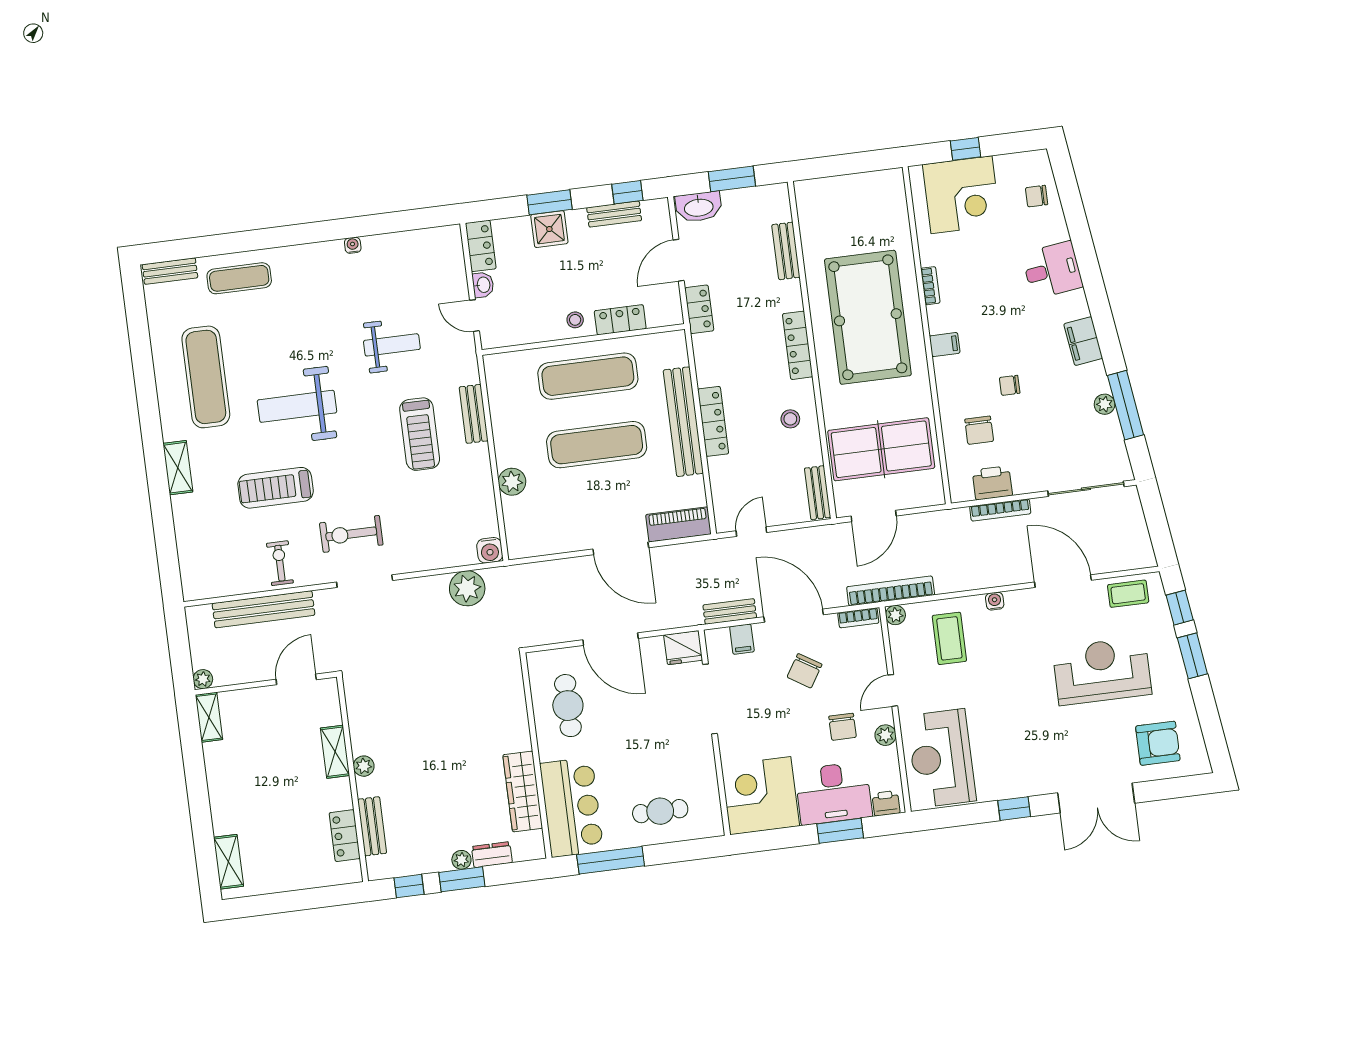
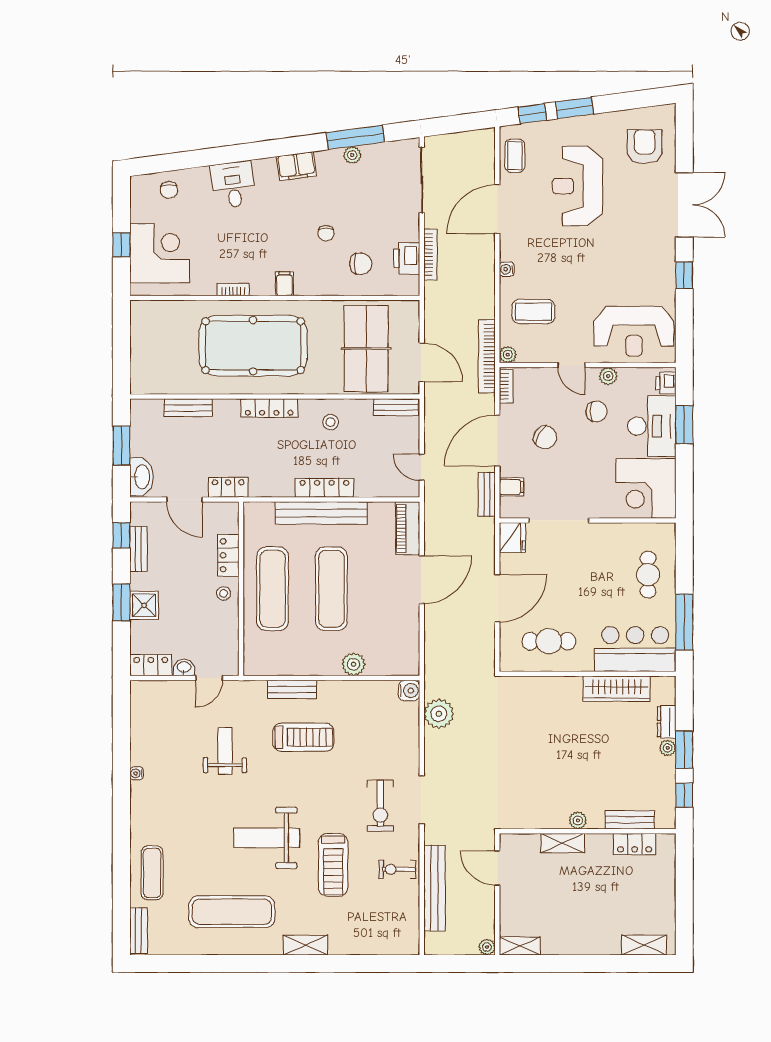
weight bench: (297, 406) -> (267, 838), turned 90

